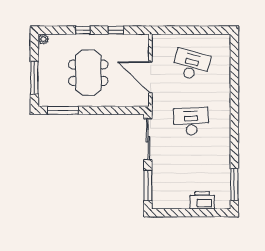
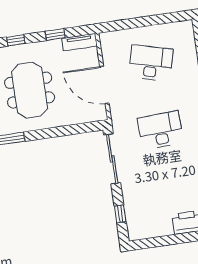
tv unit: (135, 39) -> (79, 42), added
window: (148, 185) -> (120, 214), width x0.46

